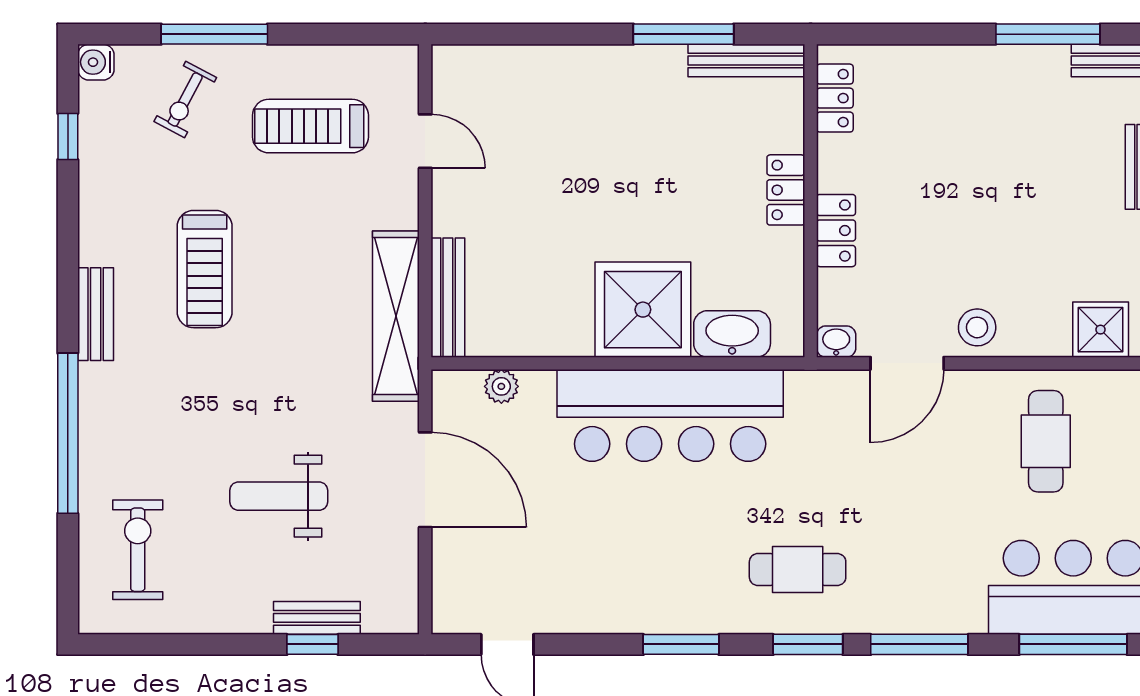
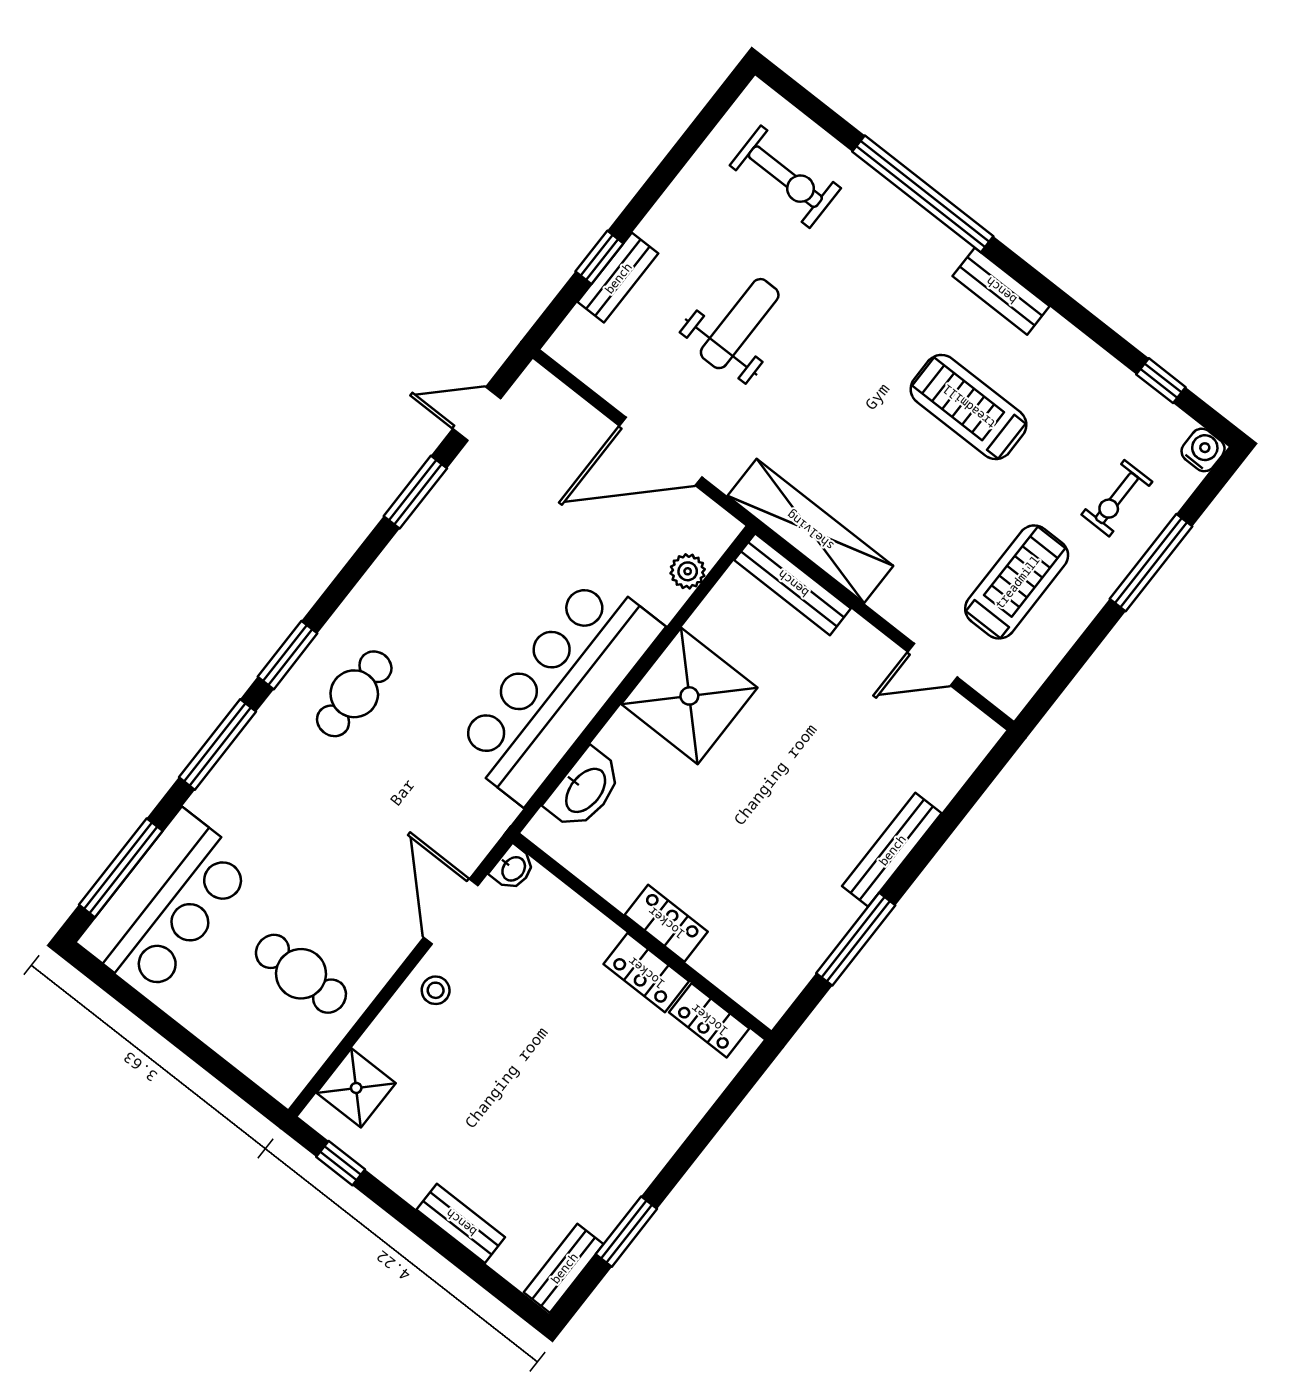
window: (1048, 34) -> (626, 1232), width x0.69
bench: (746, 60) -> (892, 850), moved
exercise bike: (185, 99) -> (1117, 498), turned -118
locker: (836, 231) -> (646, 973), moved
shower: (643, 310) -> (689, 696), moved
stool: (977, 327) -> (436, 990), width x0.73, depth x0.73
window: (681, 644) -> (415, 492), moved

